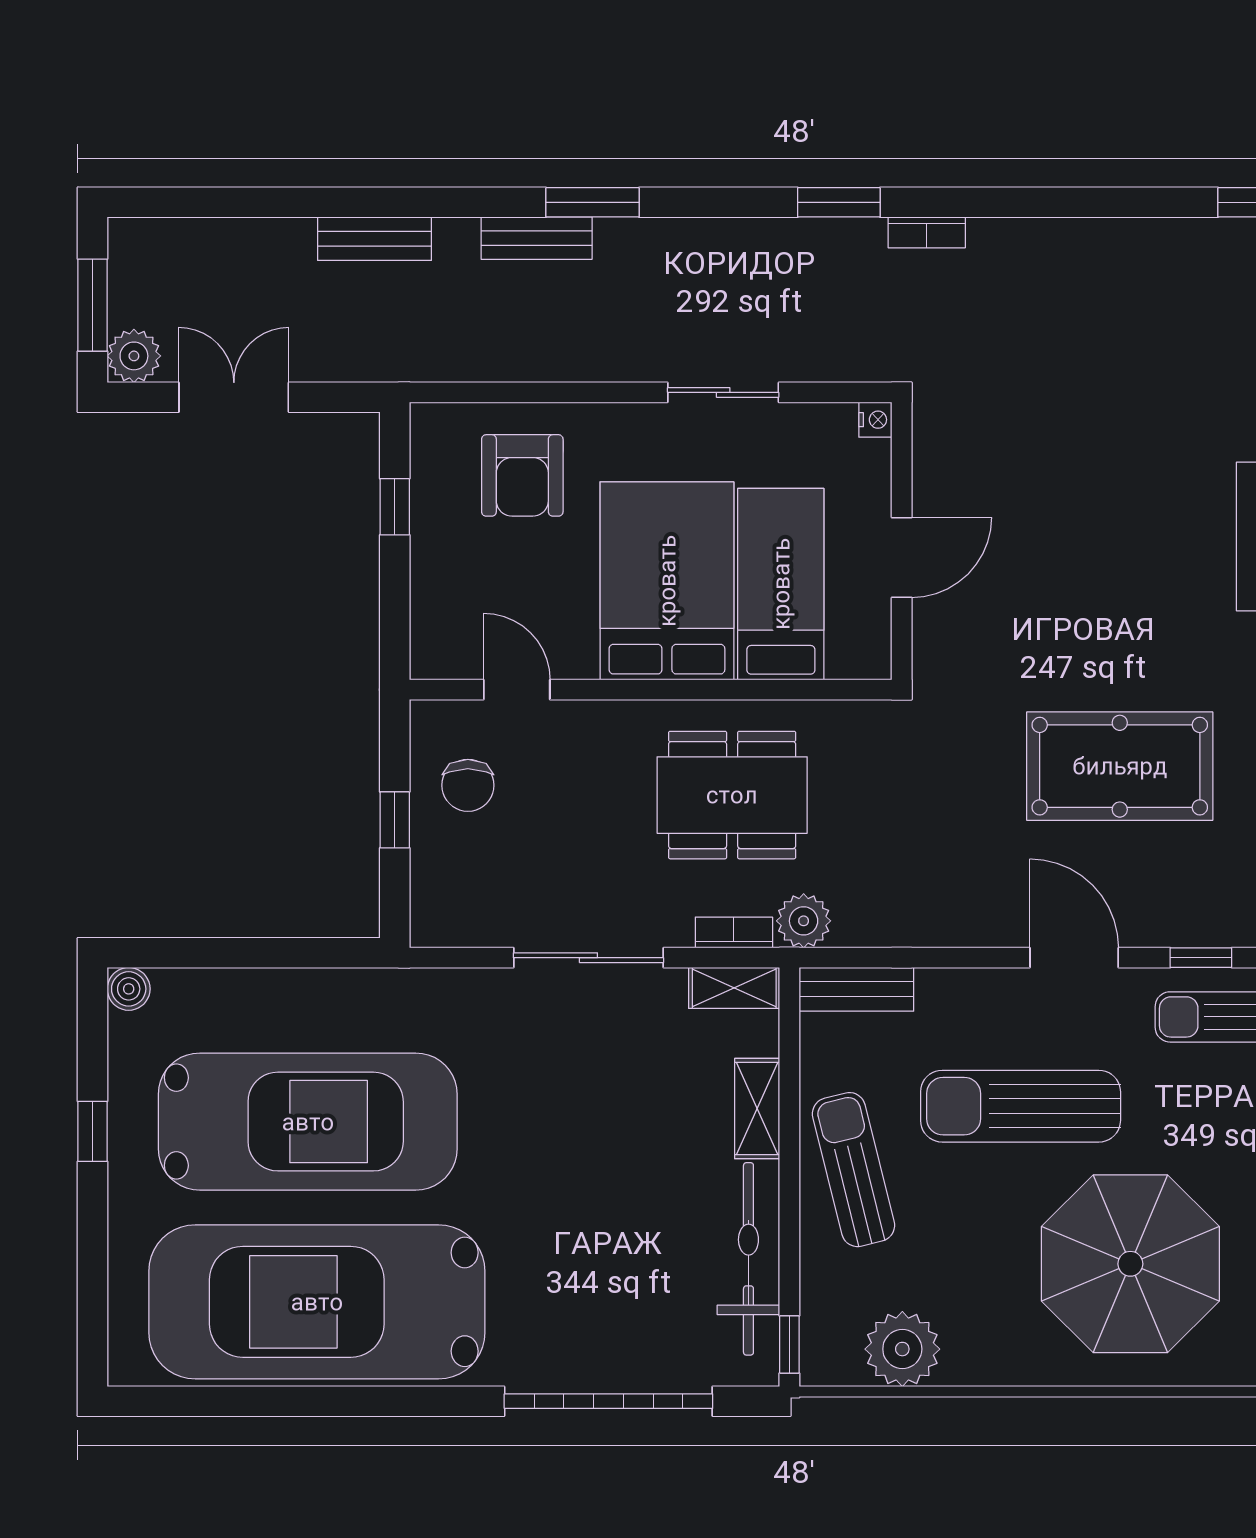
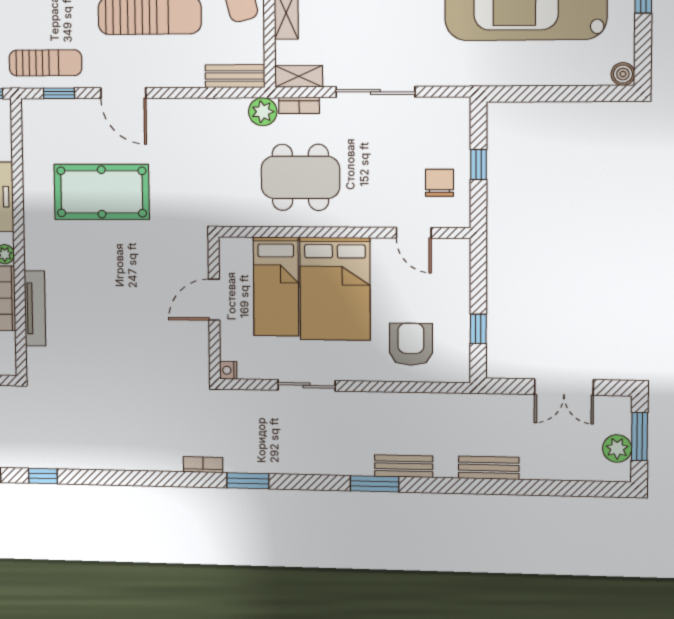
plant: (134, 356) -> (617, 448), moved

